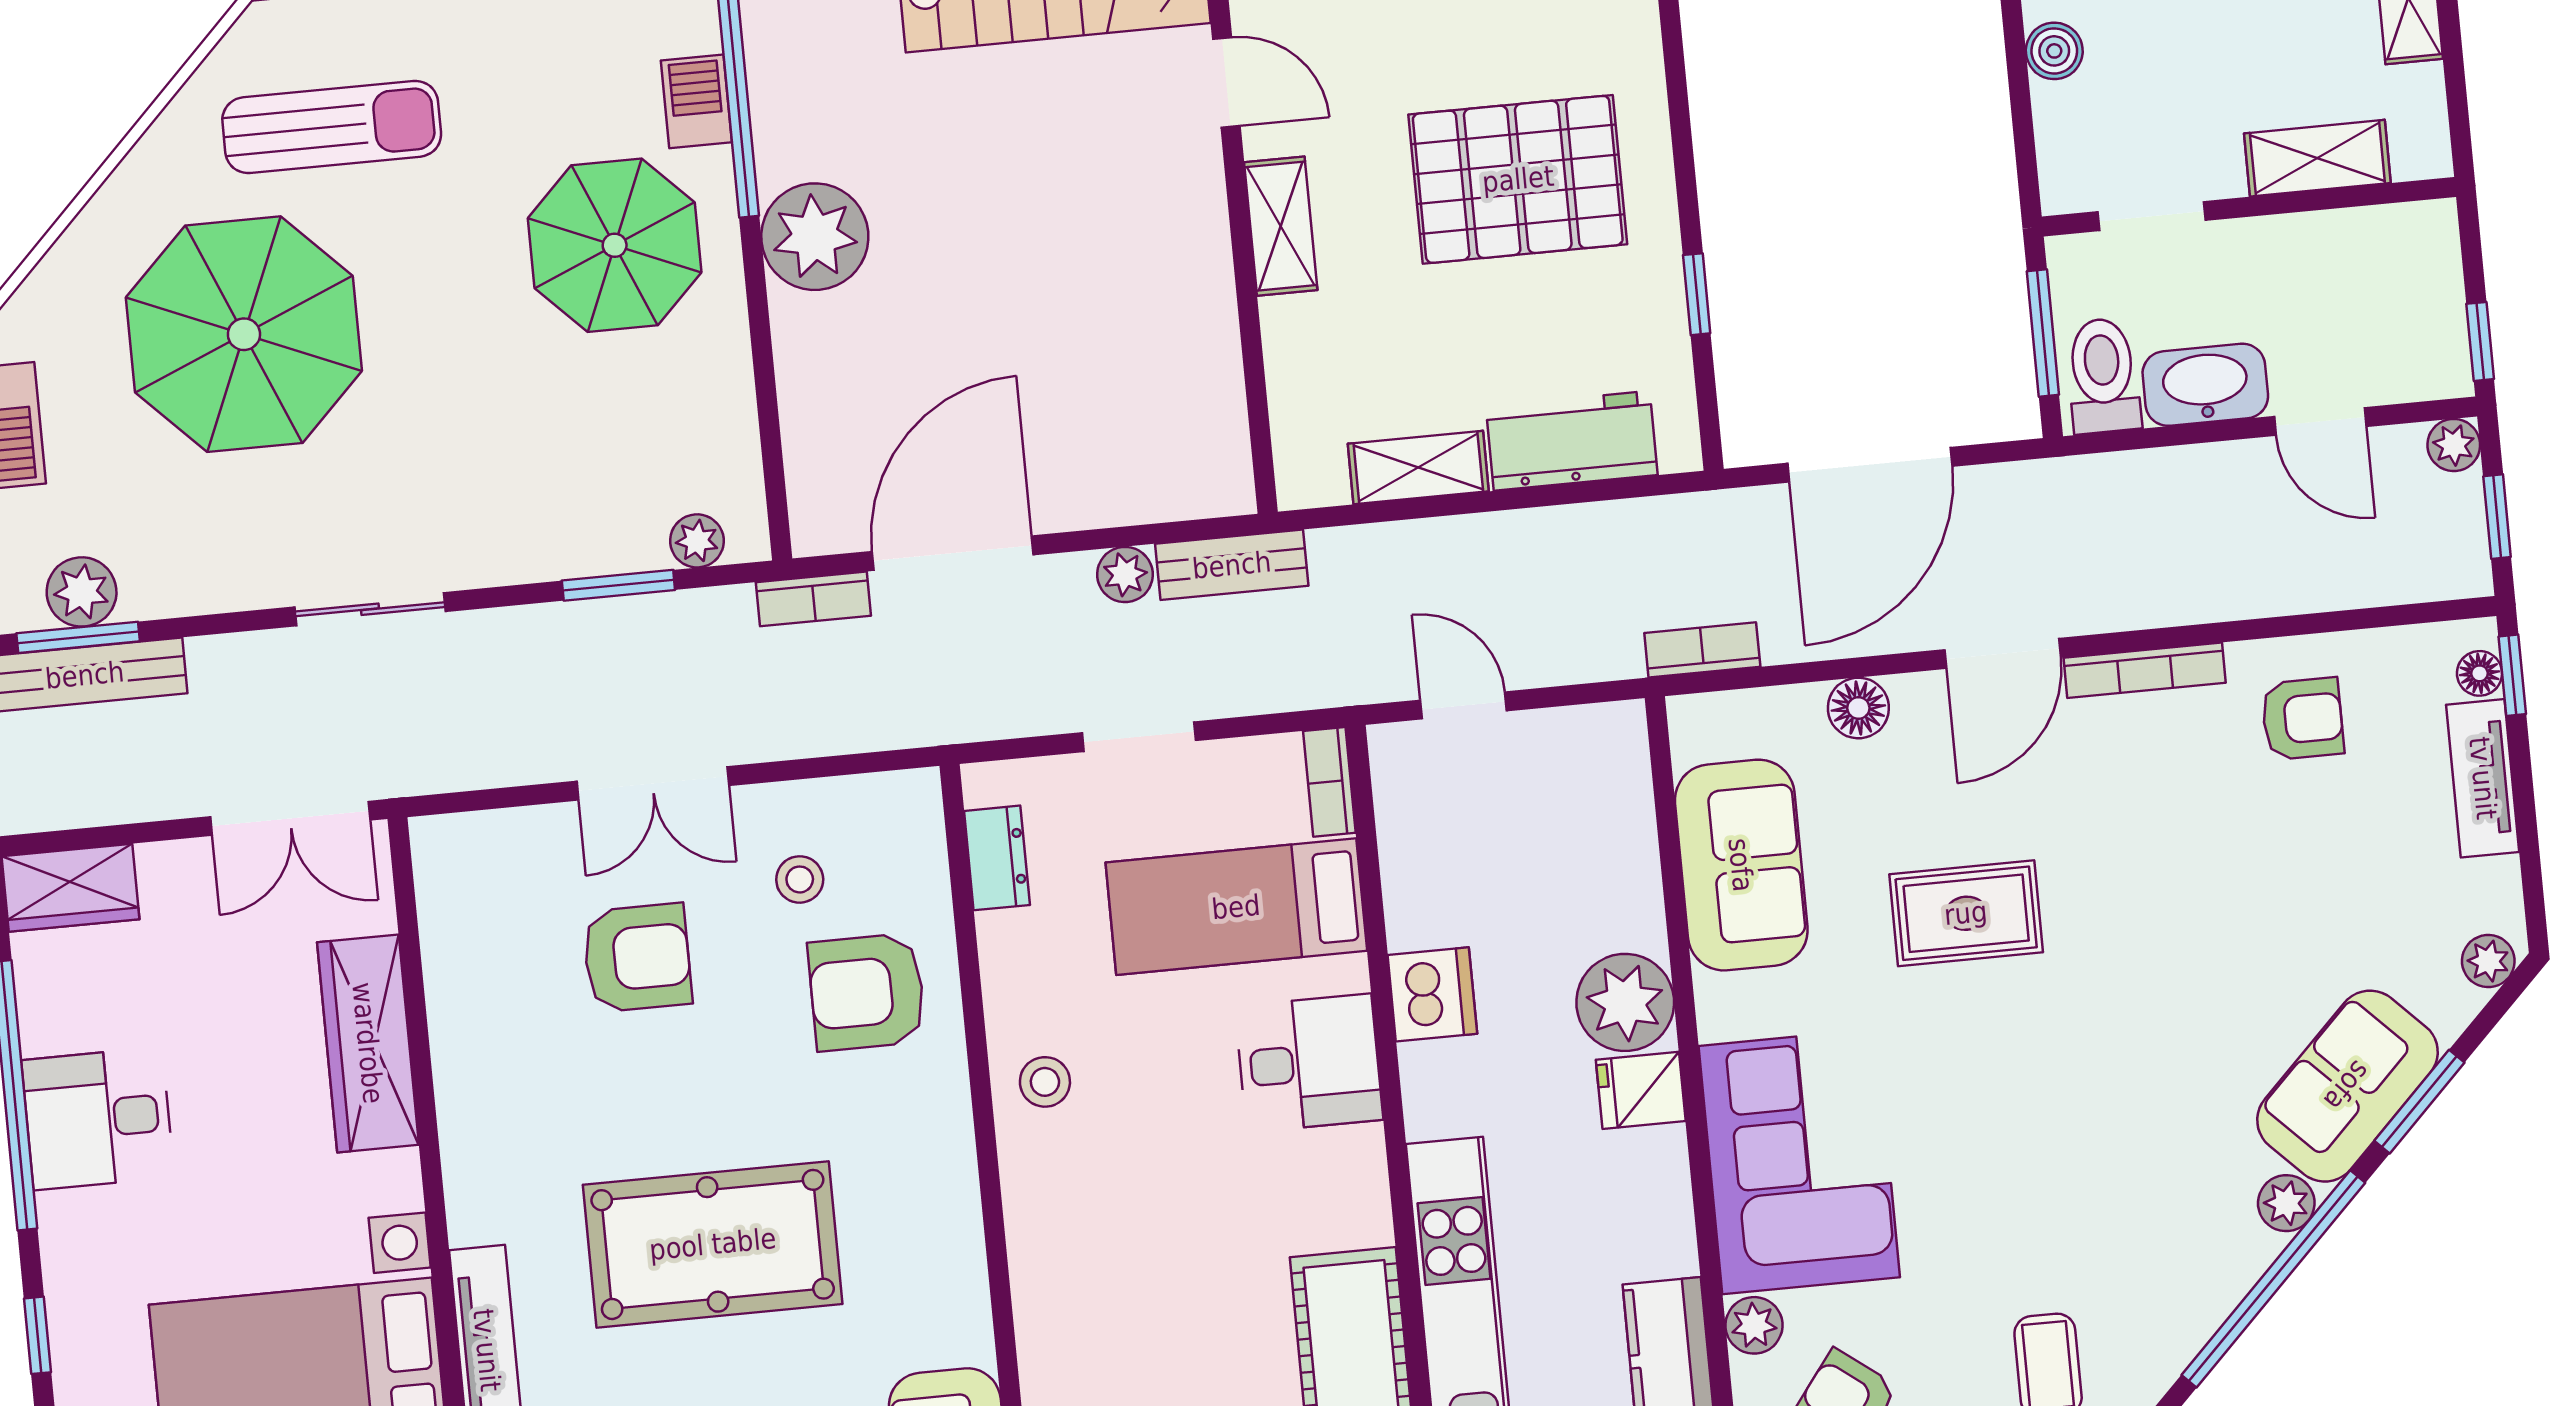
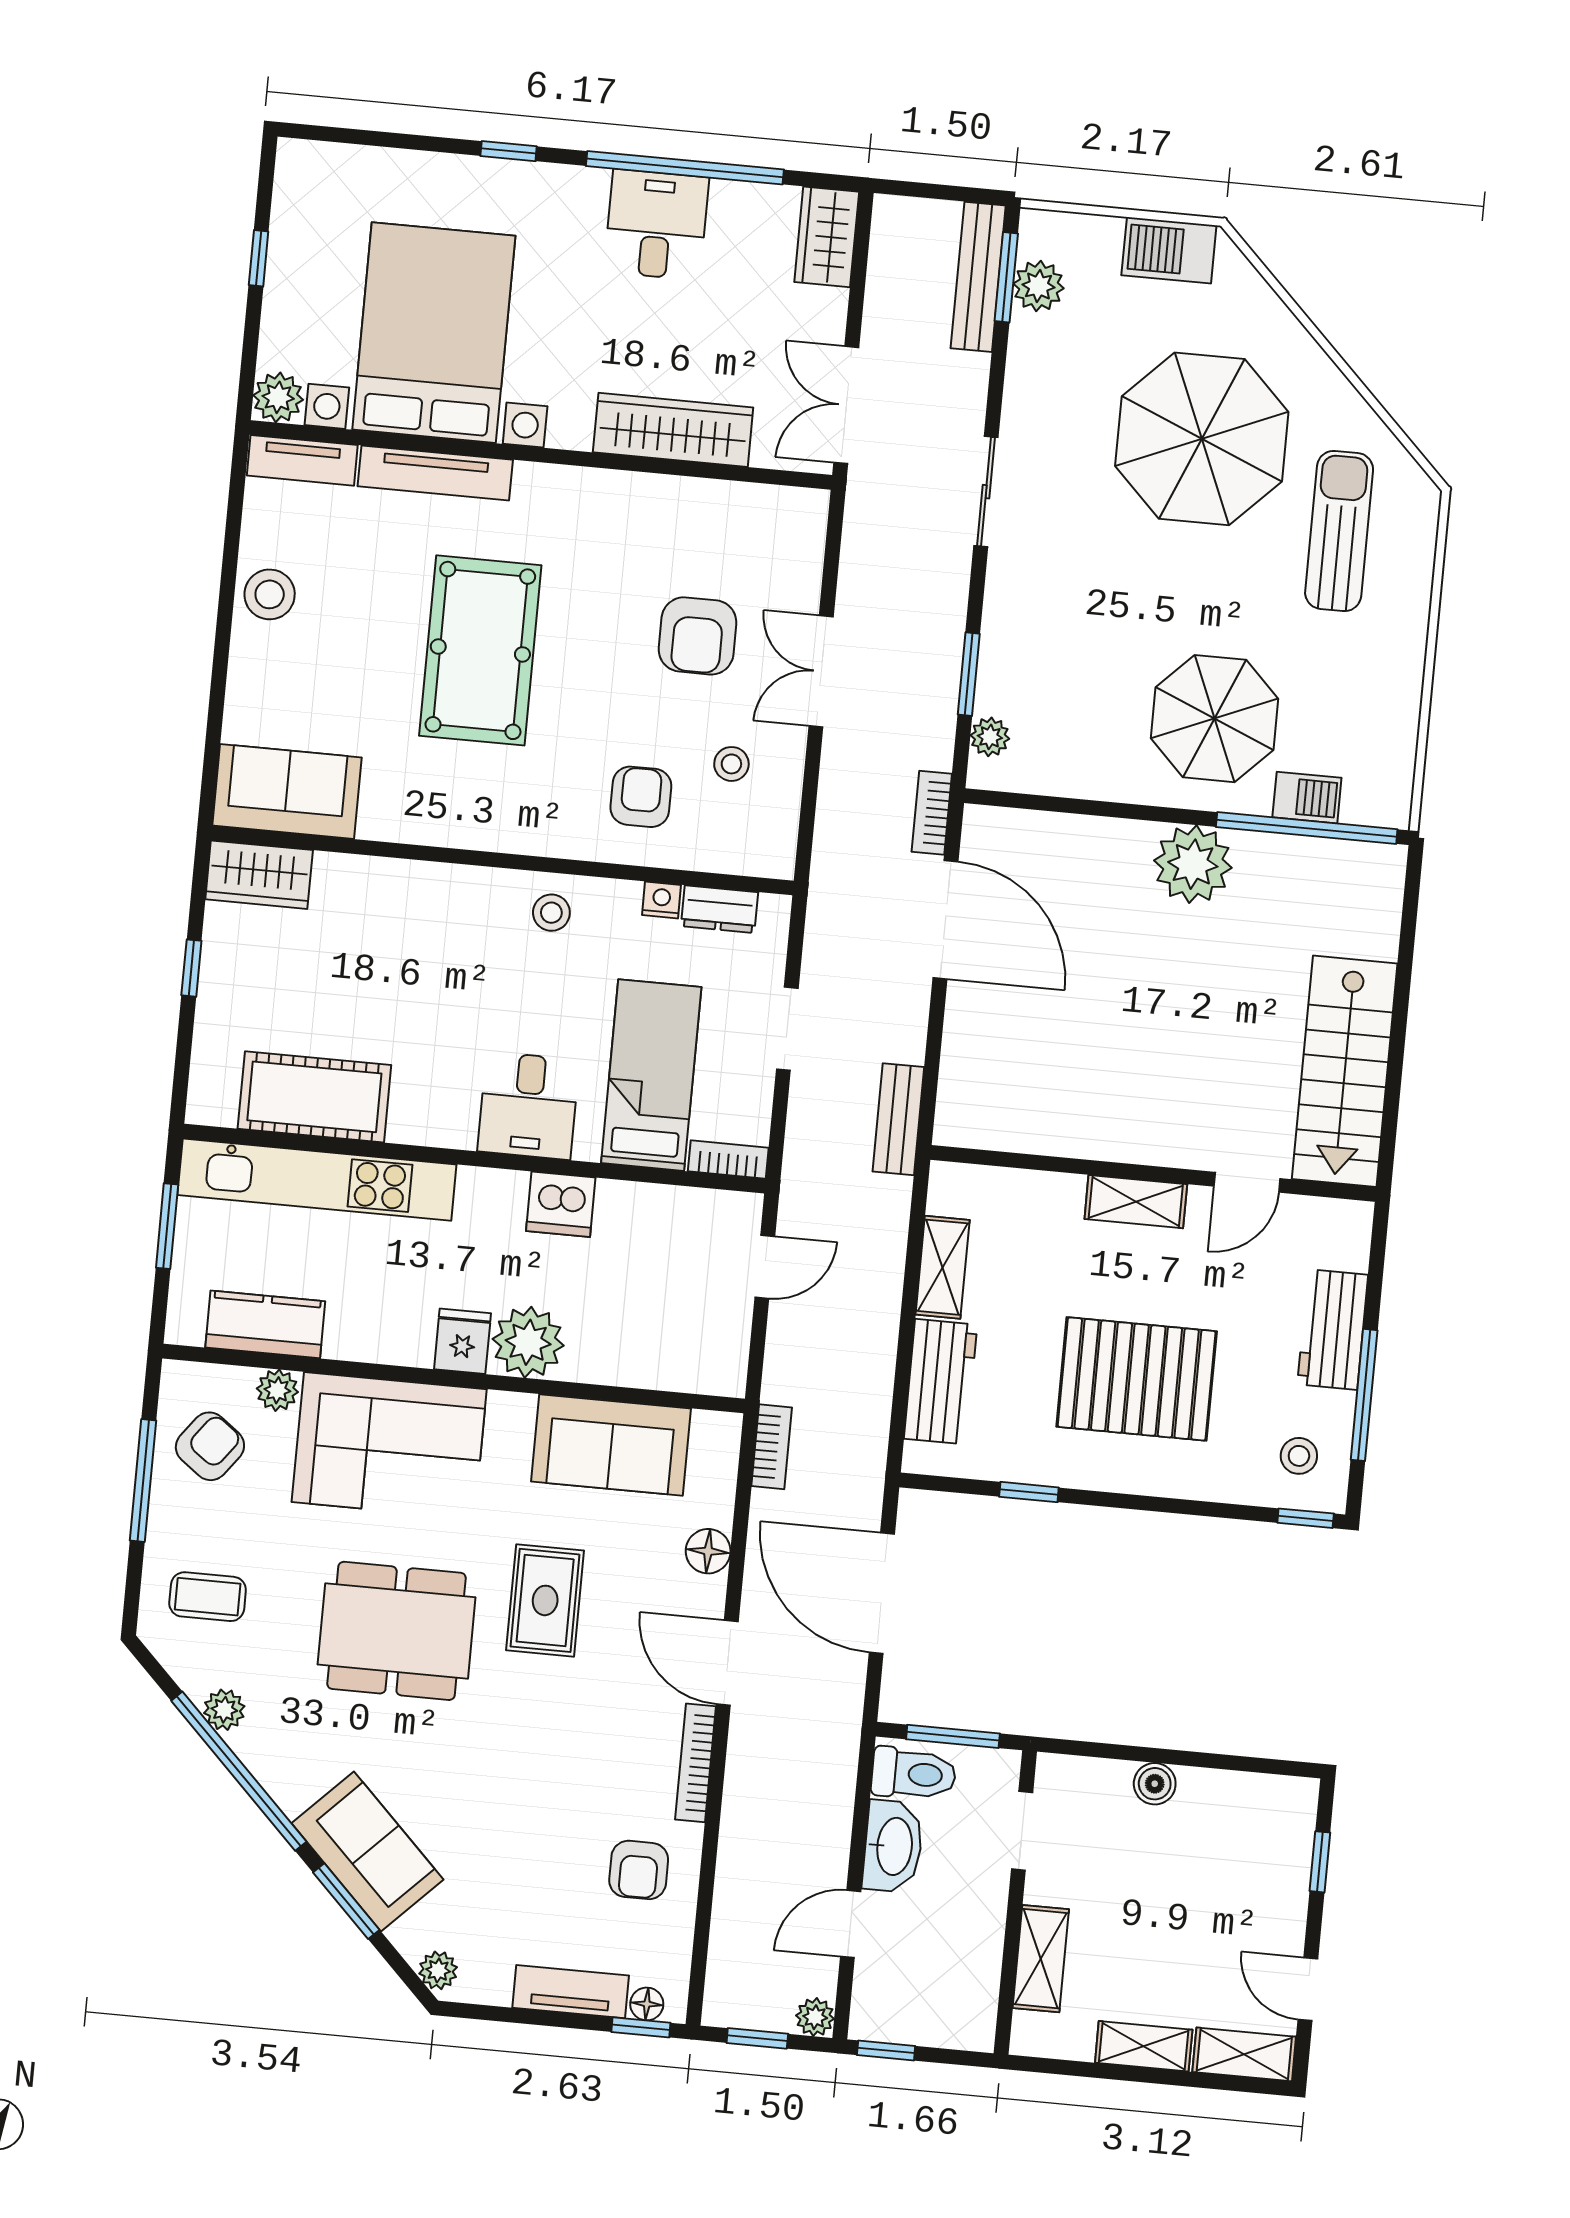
sun lounger: (332, 127) -> (1339, 531), turned 180
pallet: (1518, 179) -> (1137, 1379), turned 90
plant: (1125, 574) -> (906, 1041), removed
nightstand: (1000, 938) -> (662, 900), added
armchair: (867, 992) -> (641, 797), width x0.72, depth x0.72
dining table: (2045, 1104) -> (397, 1631), added
plant: (2286, 1203) -> (224, 1710), moved

